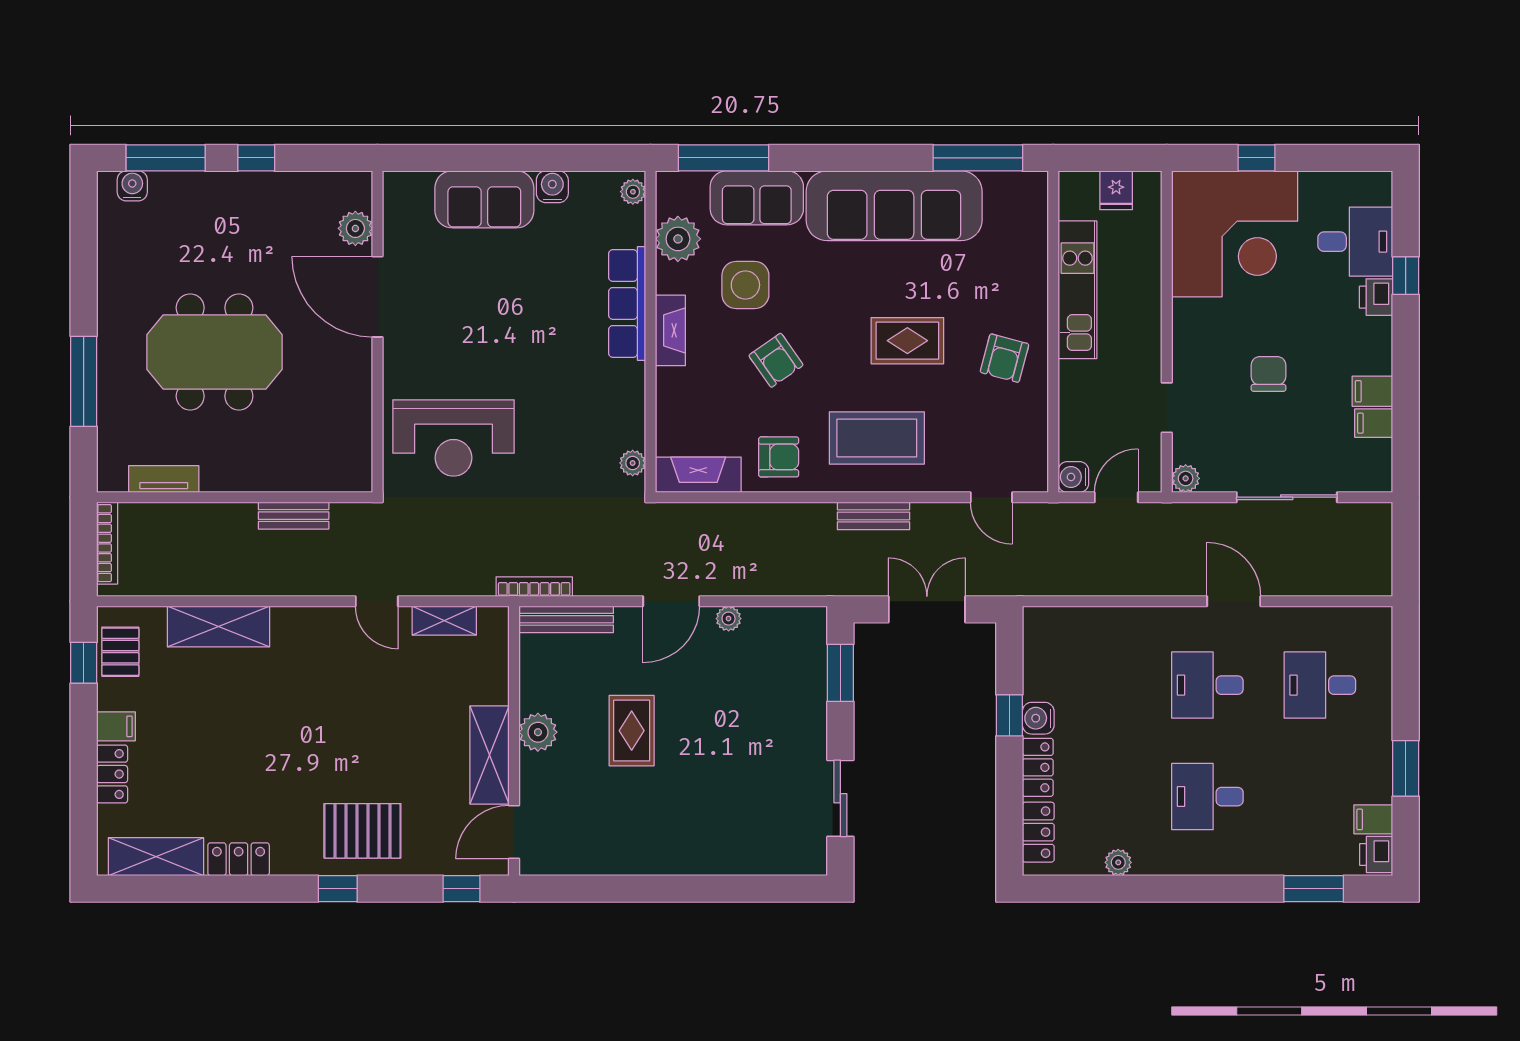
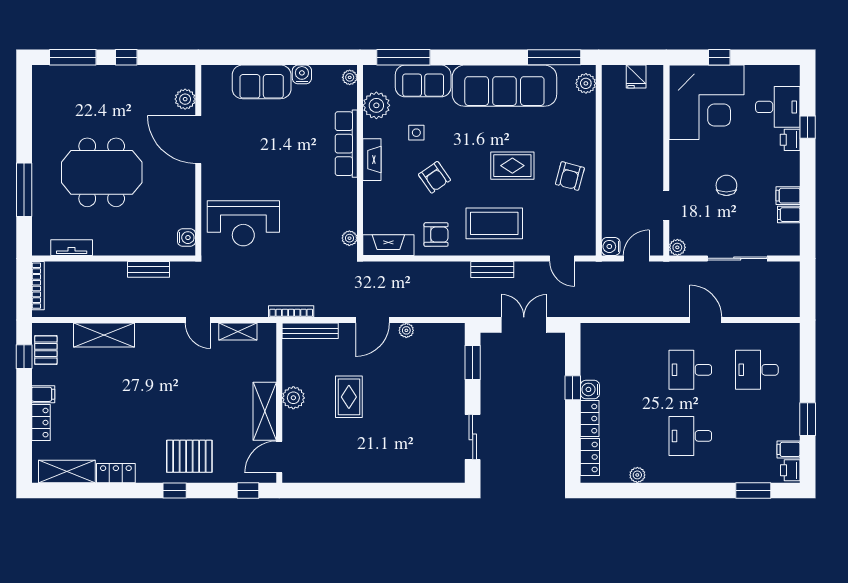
water cooler: (132, 186) -> (186, 238), moved, turned 90
plant: (1031, 202) -> (586, 83), added
side table: (745, 285) -> (416, 133), width x0.54, depth x0.54
kitchen unit: (1077, 290) -> (613, 136), removed

